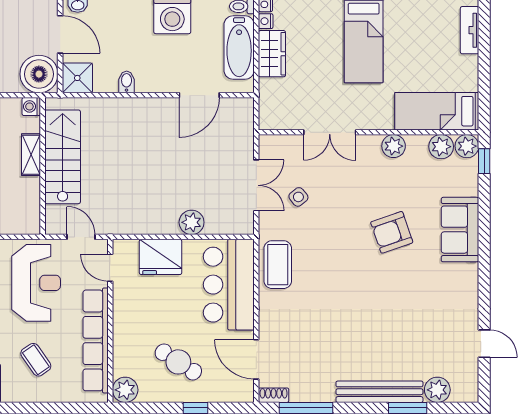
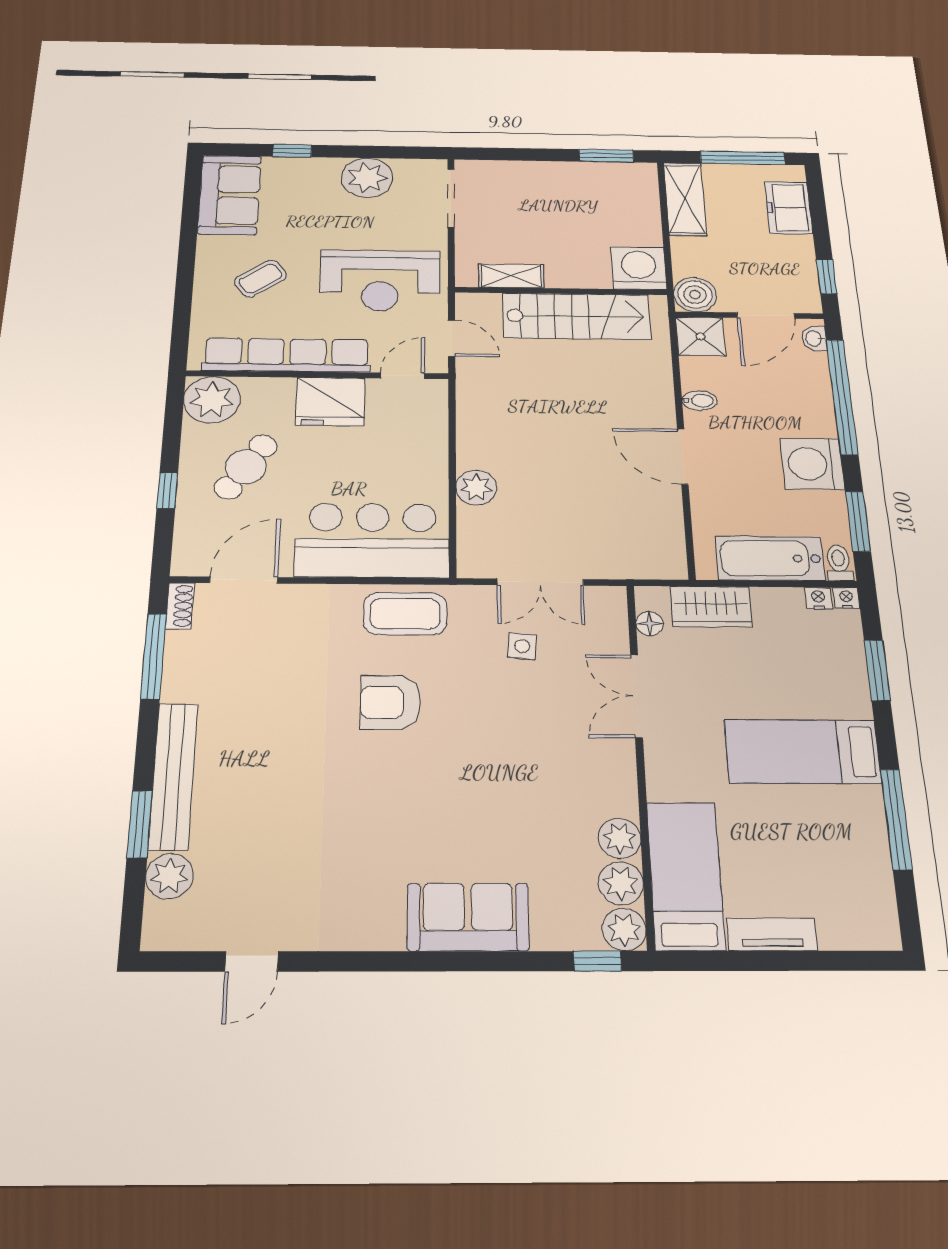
tv unit: (470, 30) -> (772, 934), moved
wardrobe: (272, 54) -> (711, 607), moved
boiler: (39, 74) -> (695, 295), width x0.73, depth x0.73
door: (199, 95) -> (683, 456), moved
washing machine: (31, 106) -> (639, 268), width x1.89, depth x1.89
floor lamp: (283, 122) -> (650, 624), added
plant: (394, 146) -> (620, 838), moved
shelving: (31, 155) -> (511, 276), moved
side table: (298, 197) -> (522, 646), turned 45
armchair: (392, 232) -> (390, 702), moved, turned -71
door: (81, 237) -> (452, 338), hinge flipped
fridge: (161, 257) -> (331, 402), moved, turned -90
plant: (125, 390) -> (212, 400), width x1.36, depth x1.36

